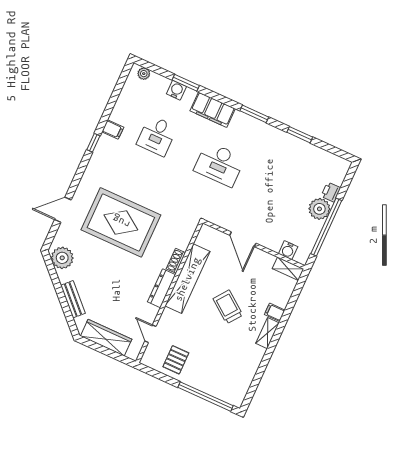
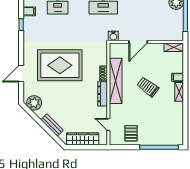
door: (243, 239) -> (138, 42), hinge flipped
water cooler: (288, 250) -> (113, 36), moved

